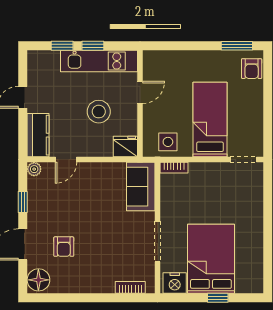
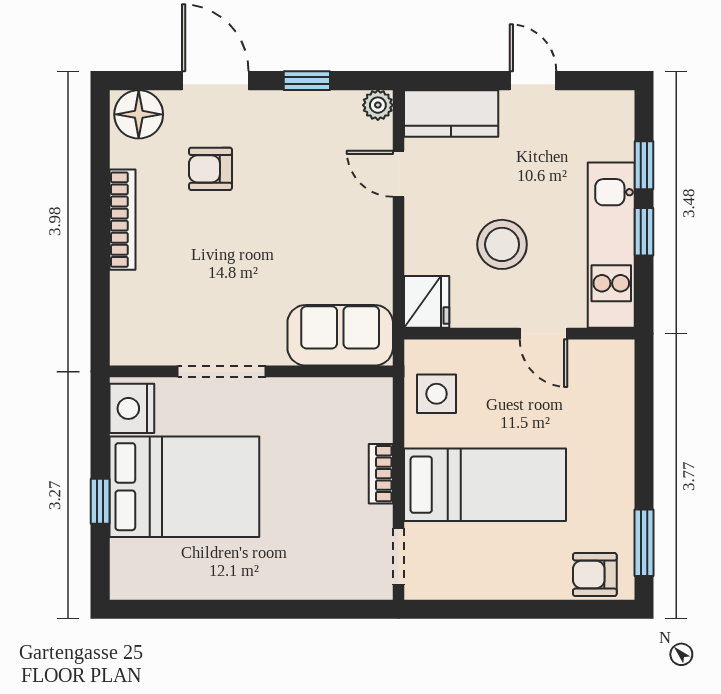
bookcase: (174, 168) -> (381, 474), moved
bookcase: (130, 287) -> (123, 220), moved, width x1.56

